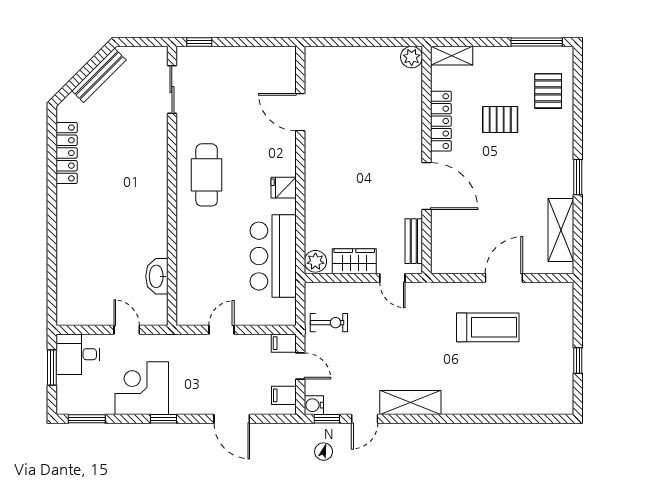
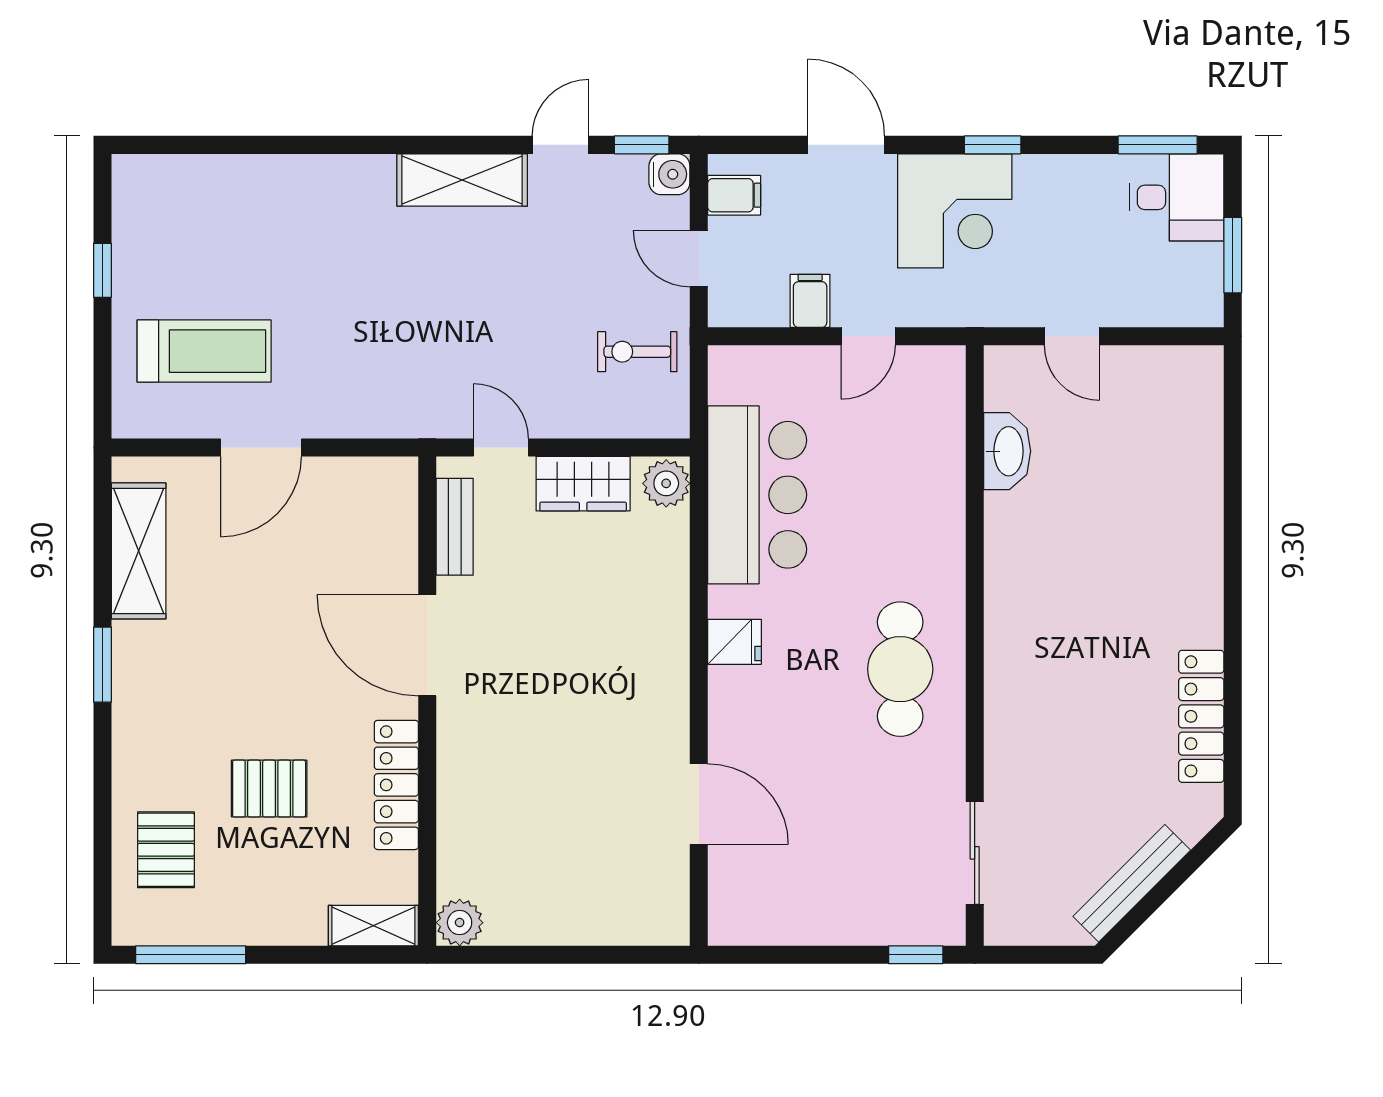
treadmill: (488, 327) -> (204, 351), moved, turned 180
filing cabinet: (284, 343) -> (810, 301), moved, turned -90
desk: (78, 354) -> (1177, 197), moved
corner desk: (142, 388) -> (955, 211), moved

